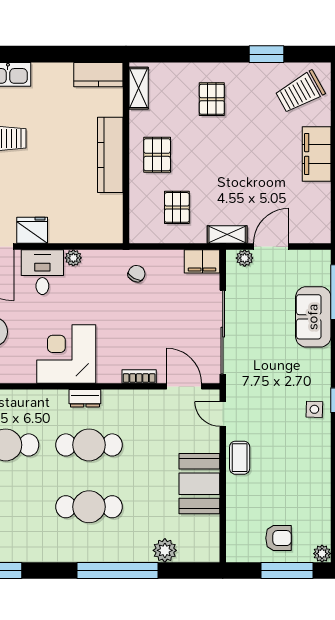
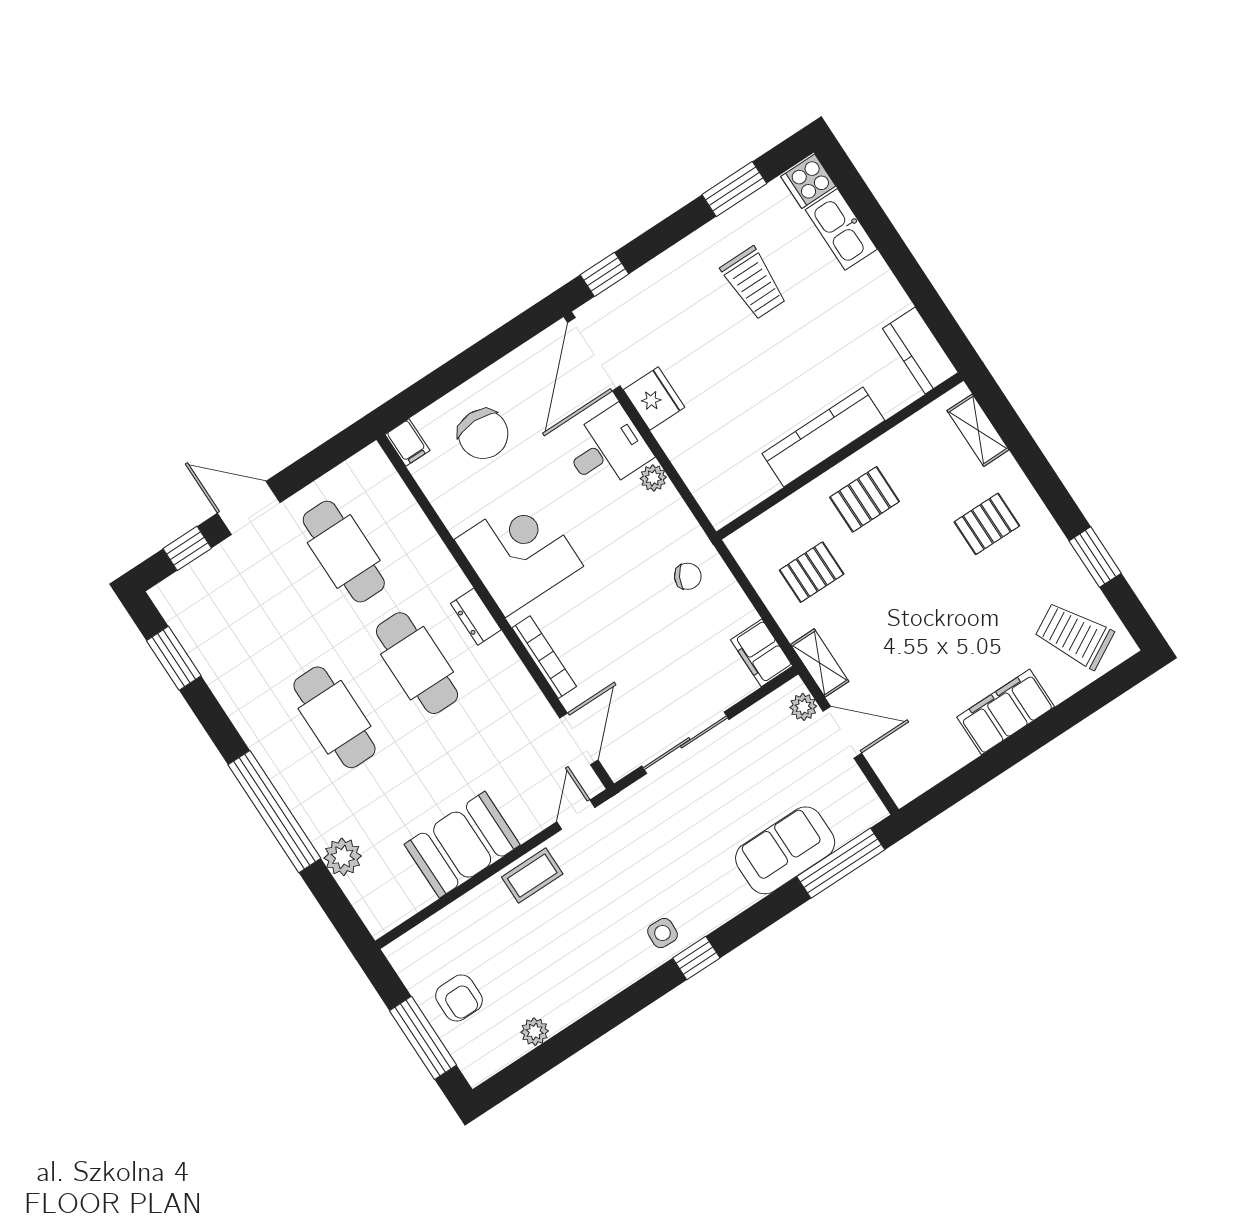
shelving: (139, 88) -> (978, 430), moved, turned 90
sliding door: (223, 332) -> (685, 743), width x0.73
bookcase: (139, 376) -> (544, 657), width x1.56
plant: (322, 554) -> (535, 1032), moved

